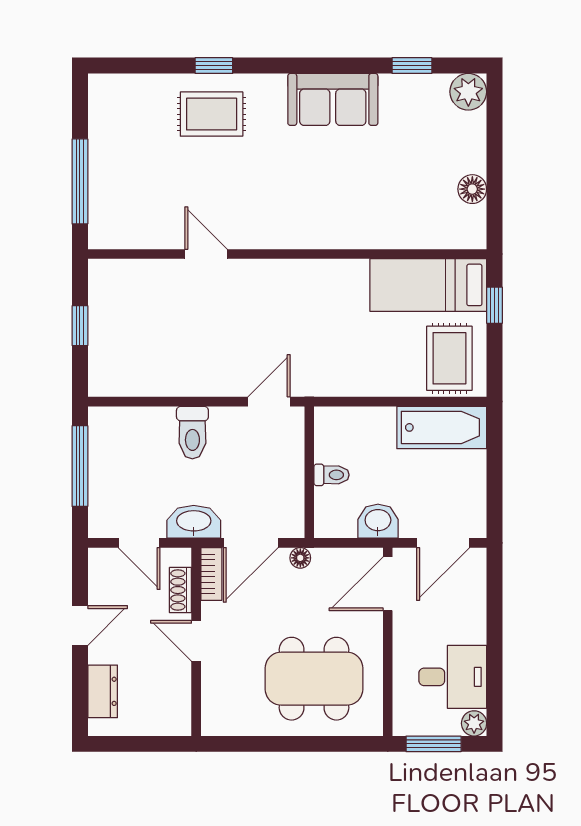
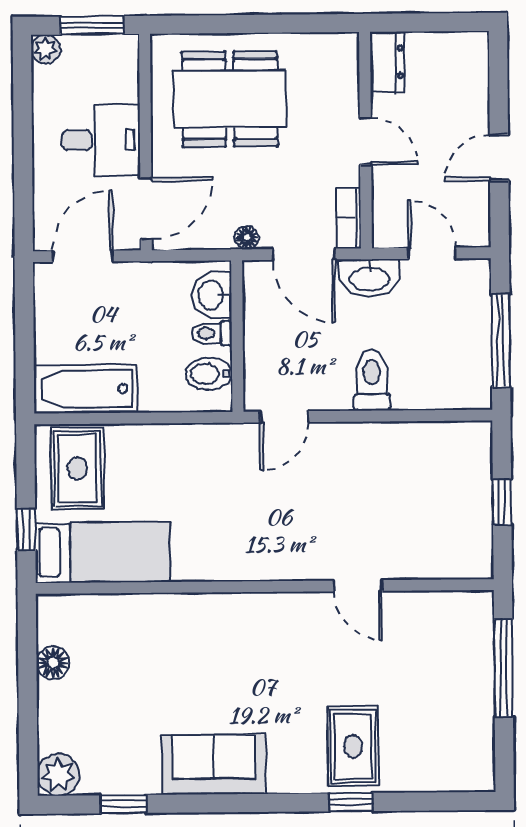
rug: (212, 114) -> (353, 746), turned 90
bidet: (334, 440) -> (209, 374), added
washbasin: (378, 521) -> (212, 295), moved, turned 90
door: (251, 543) -> (304, 254), swing flipped
shoe rack: (180, 590) -> (384, 199), removed
desk: (453, 677) -> (101, 140), moved, turned 180
dresser: (103, 691) -> (387, 62), moved, turned 180

